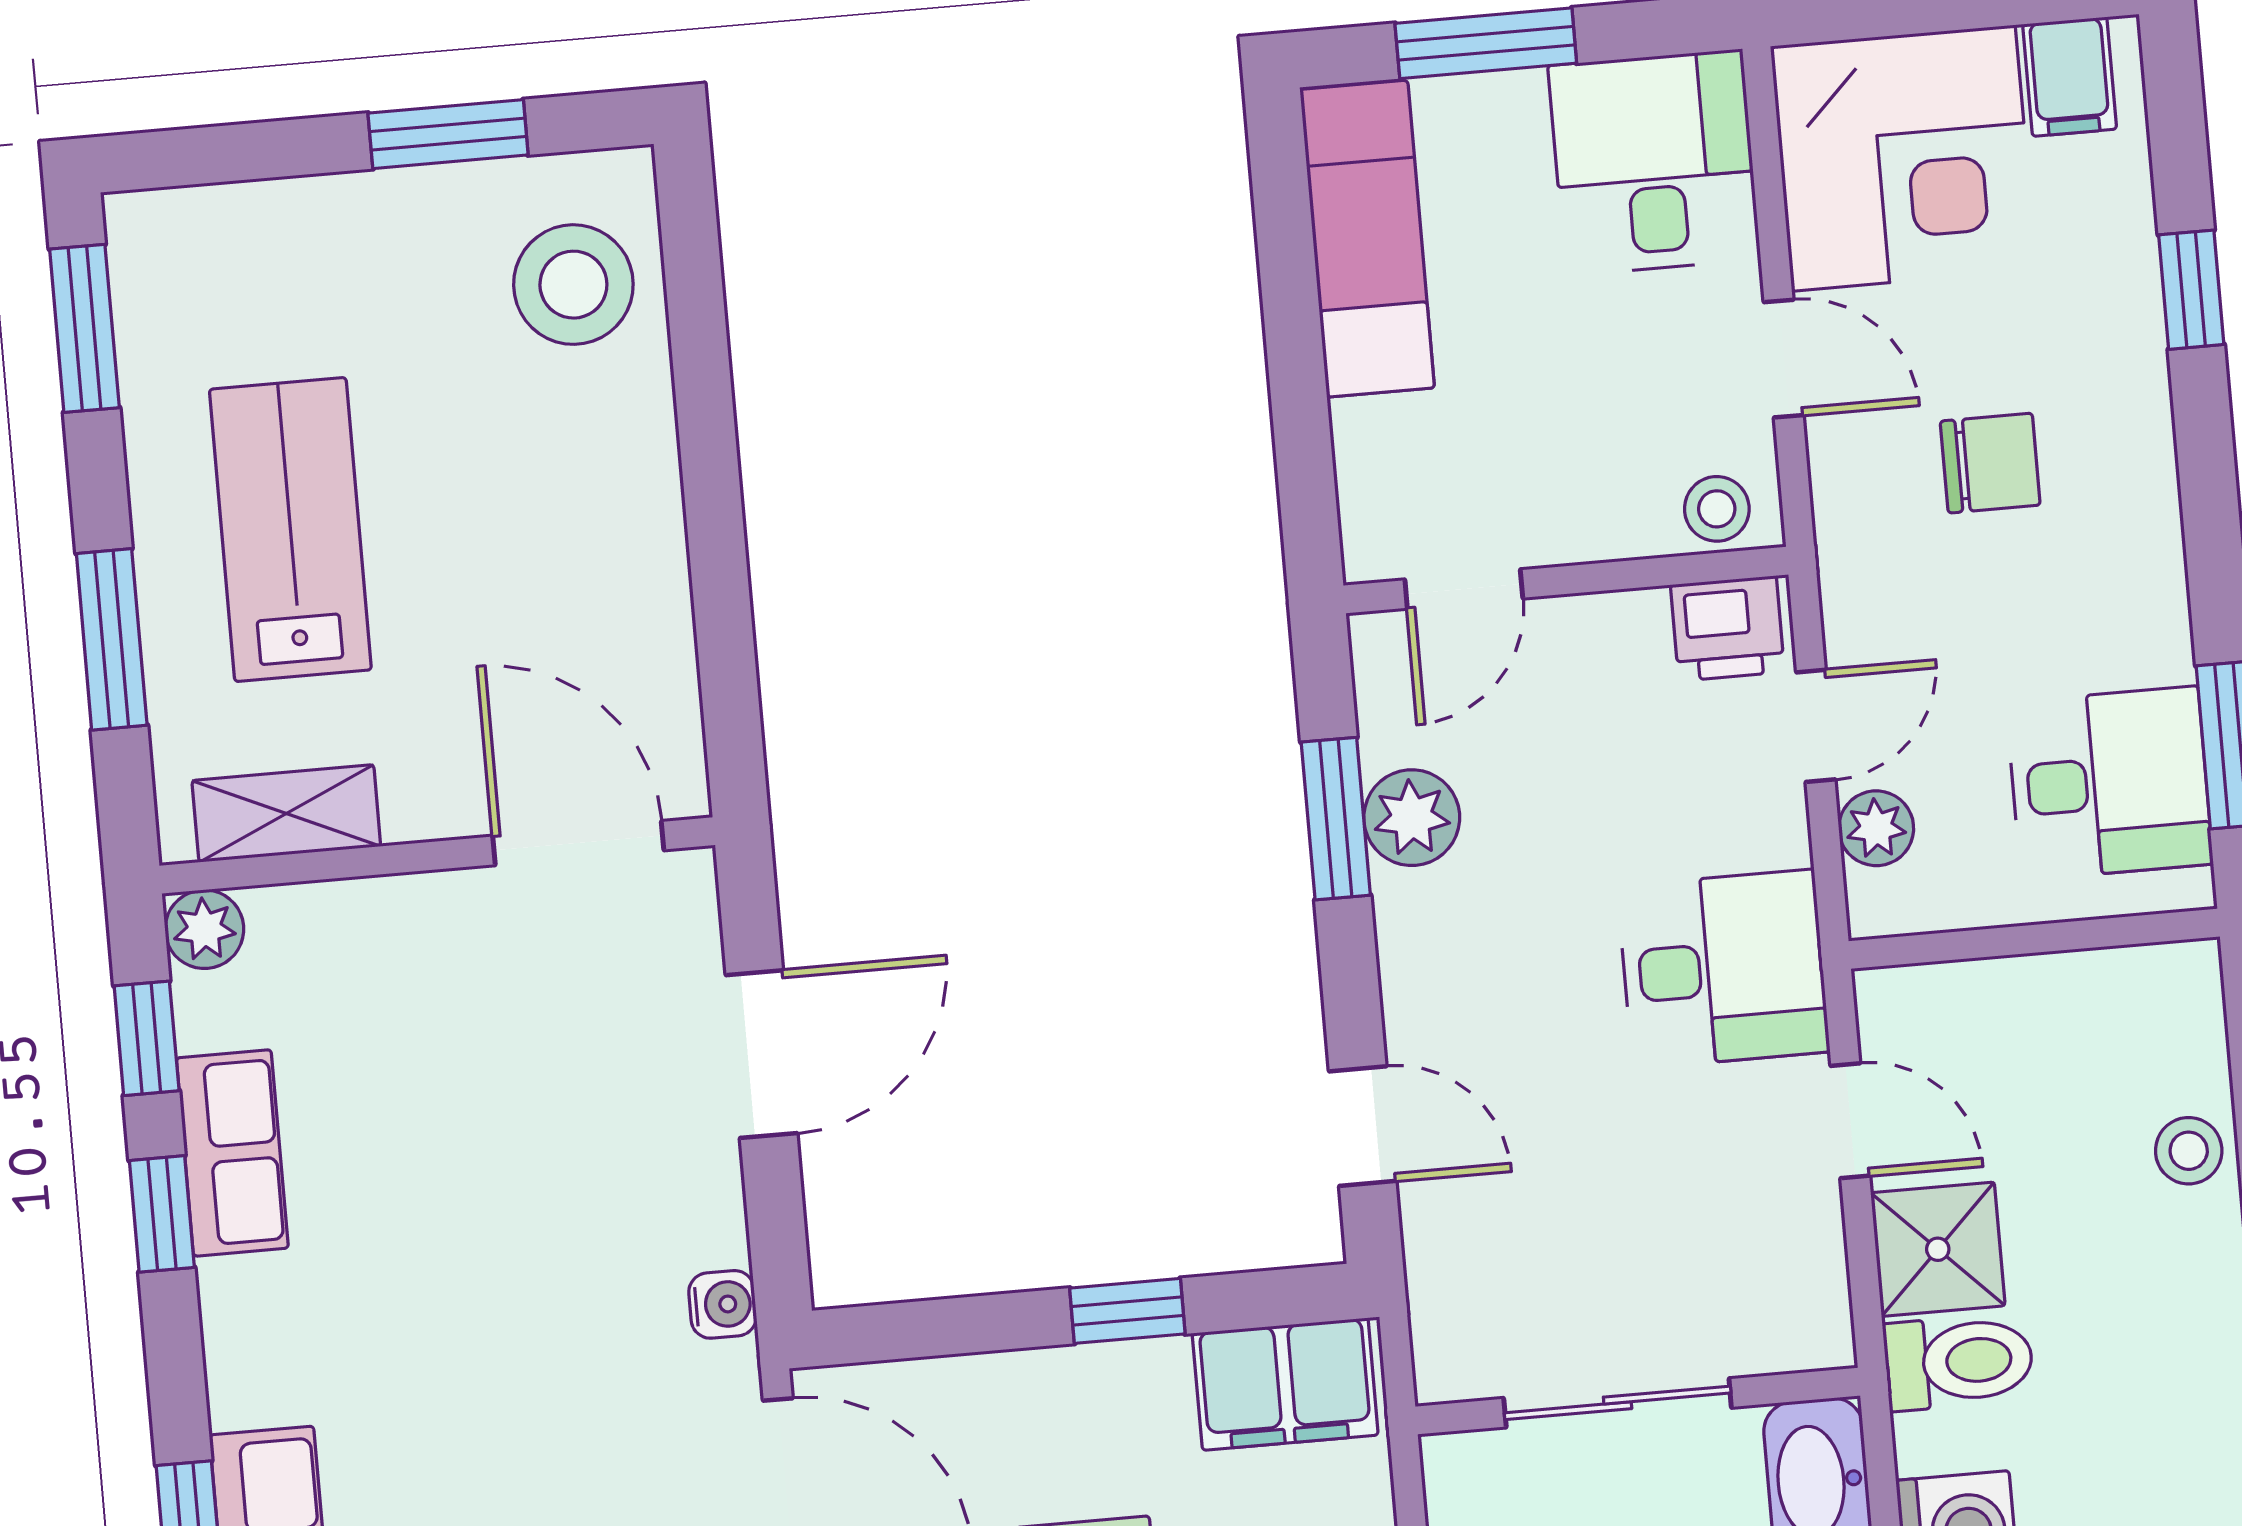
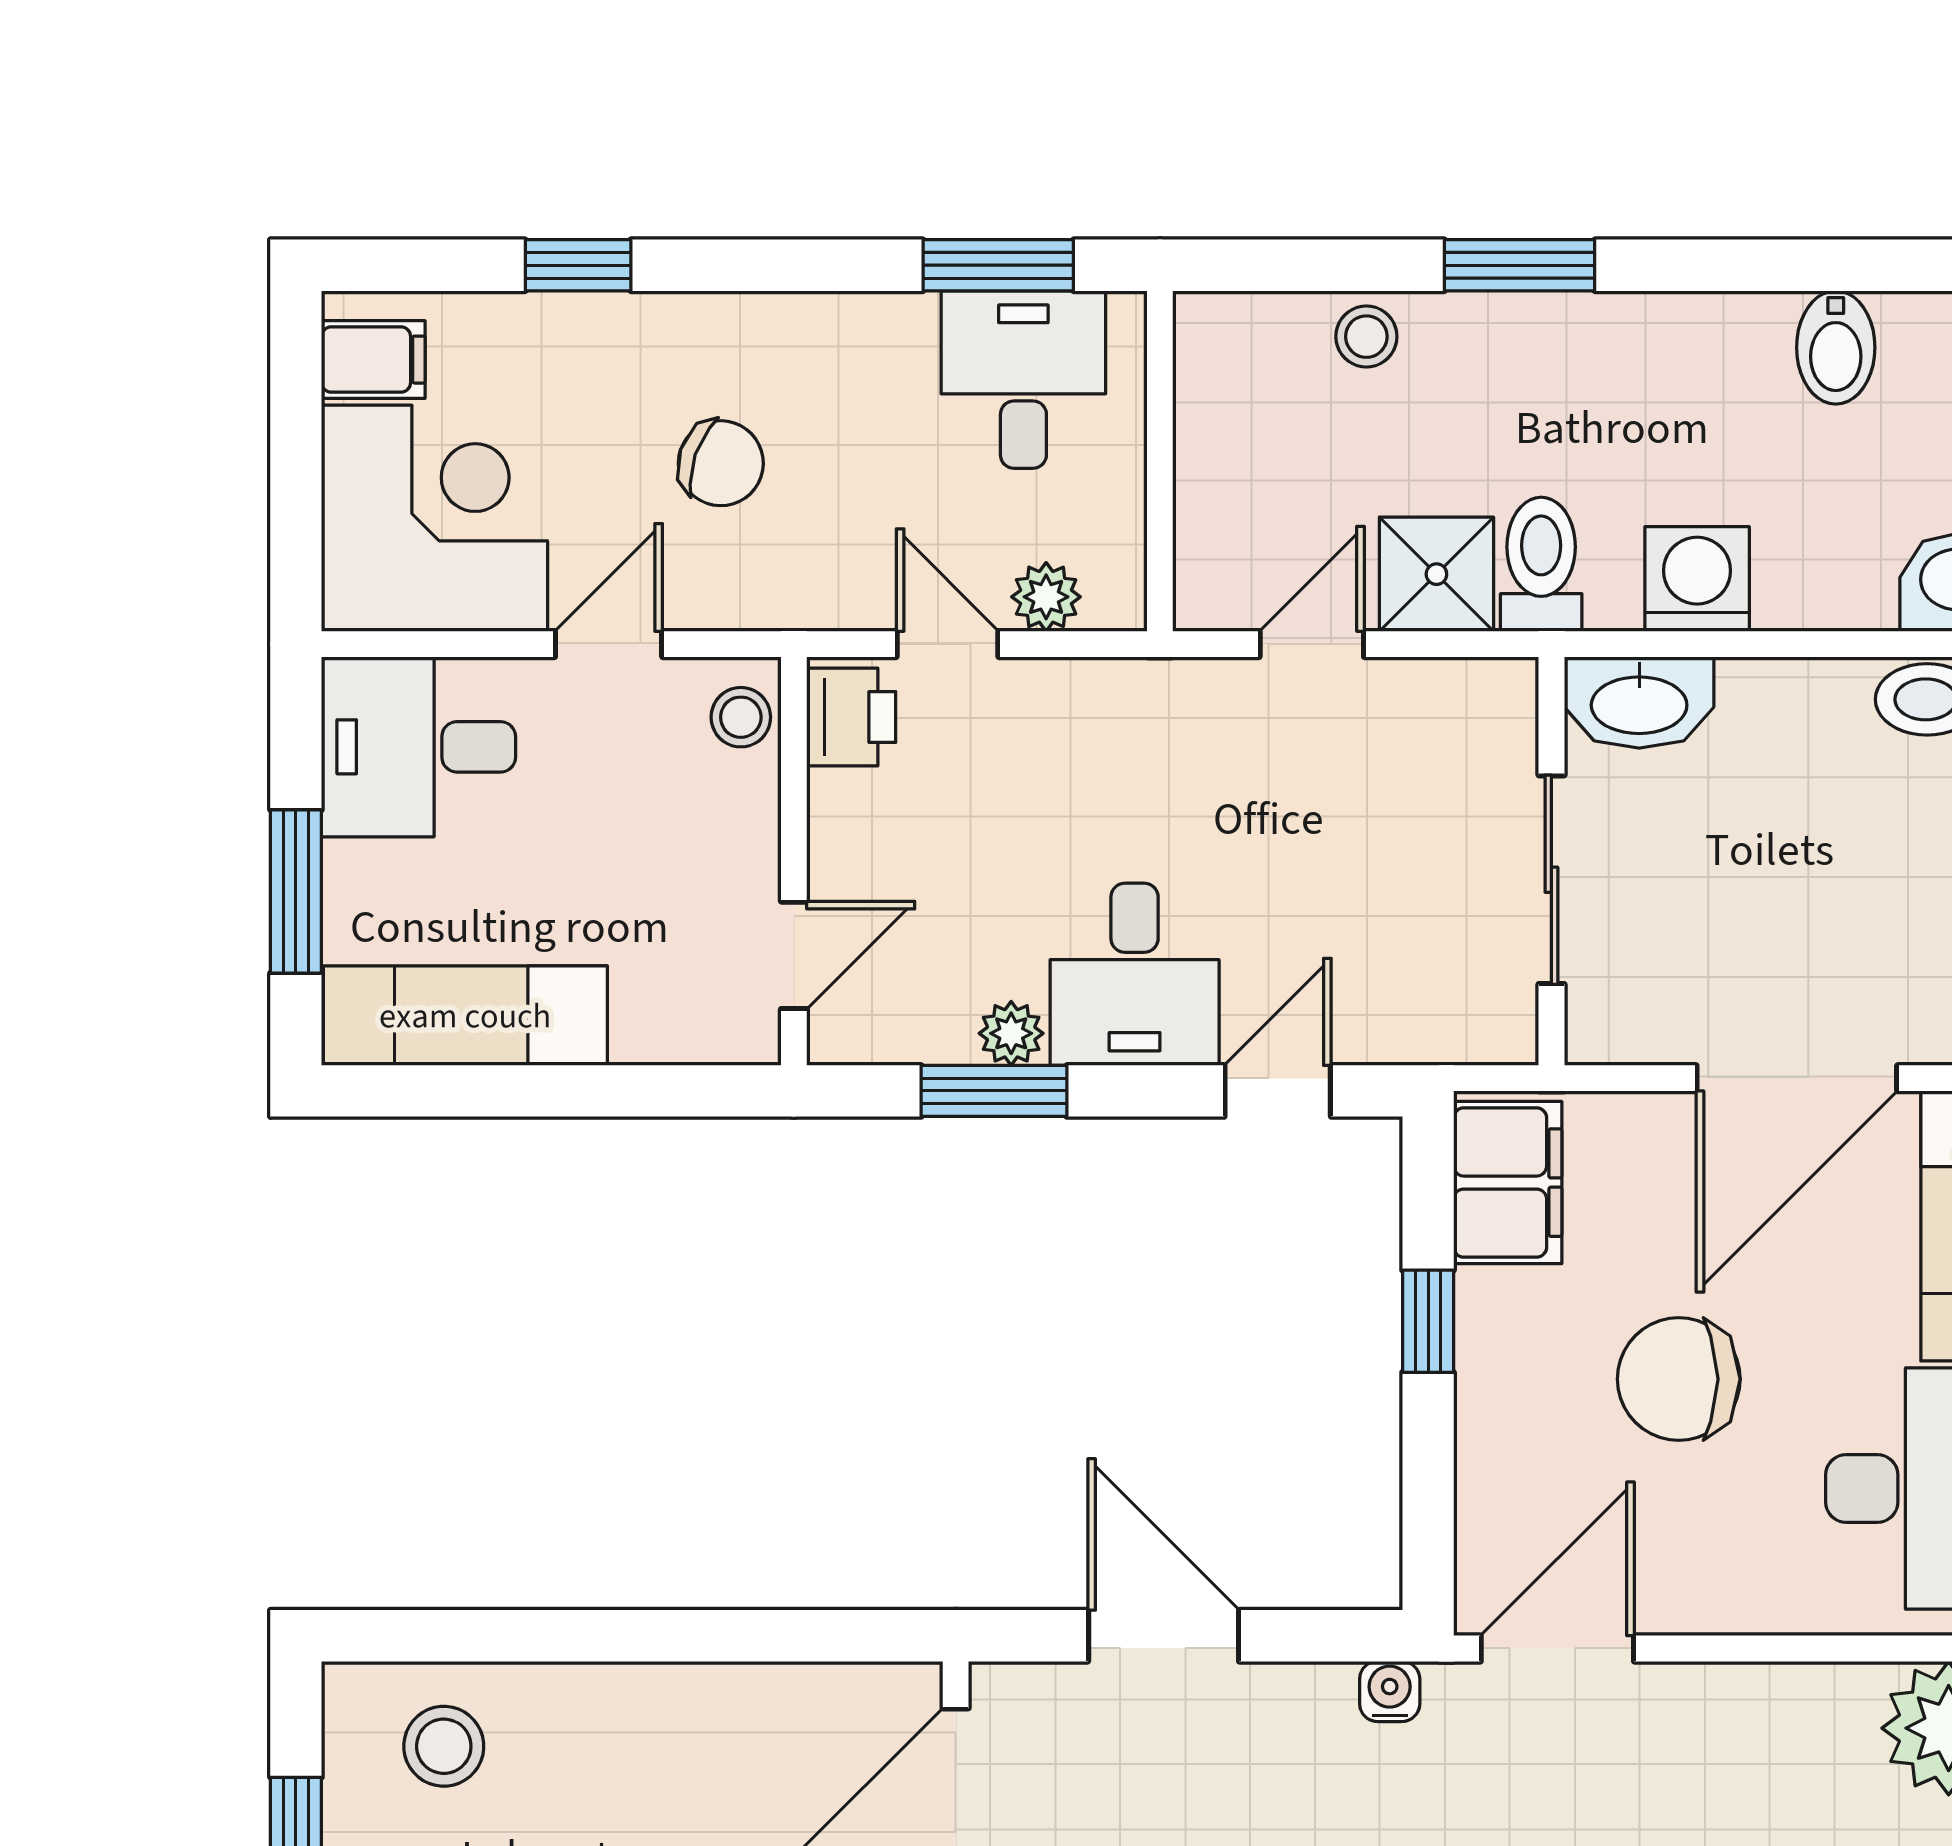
stool: (573, 285) -> (444, 1746), width x0.73, depth x0.73
chair: (1990, 463) -> (721, 463), turned 109
door: (1464, 589) -> (794, 955), hinge flipped
plant: (1412, 818) -> (1011, 1033), width x0.73, depth x0.73
desk: (1723, 969) -> (1135, 974), moved, turned 180

